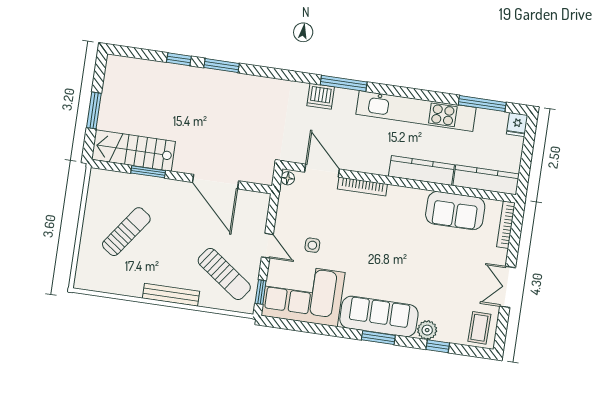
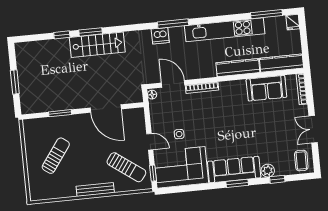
stairs: (133, 151) -> (97, 45), moved, turned 180

